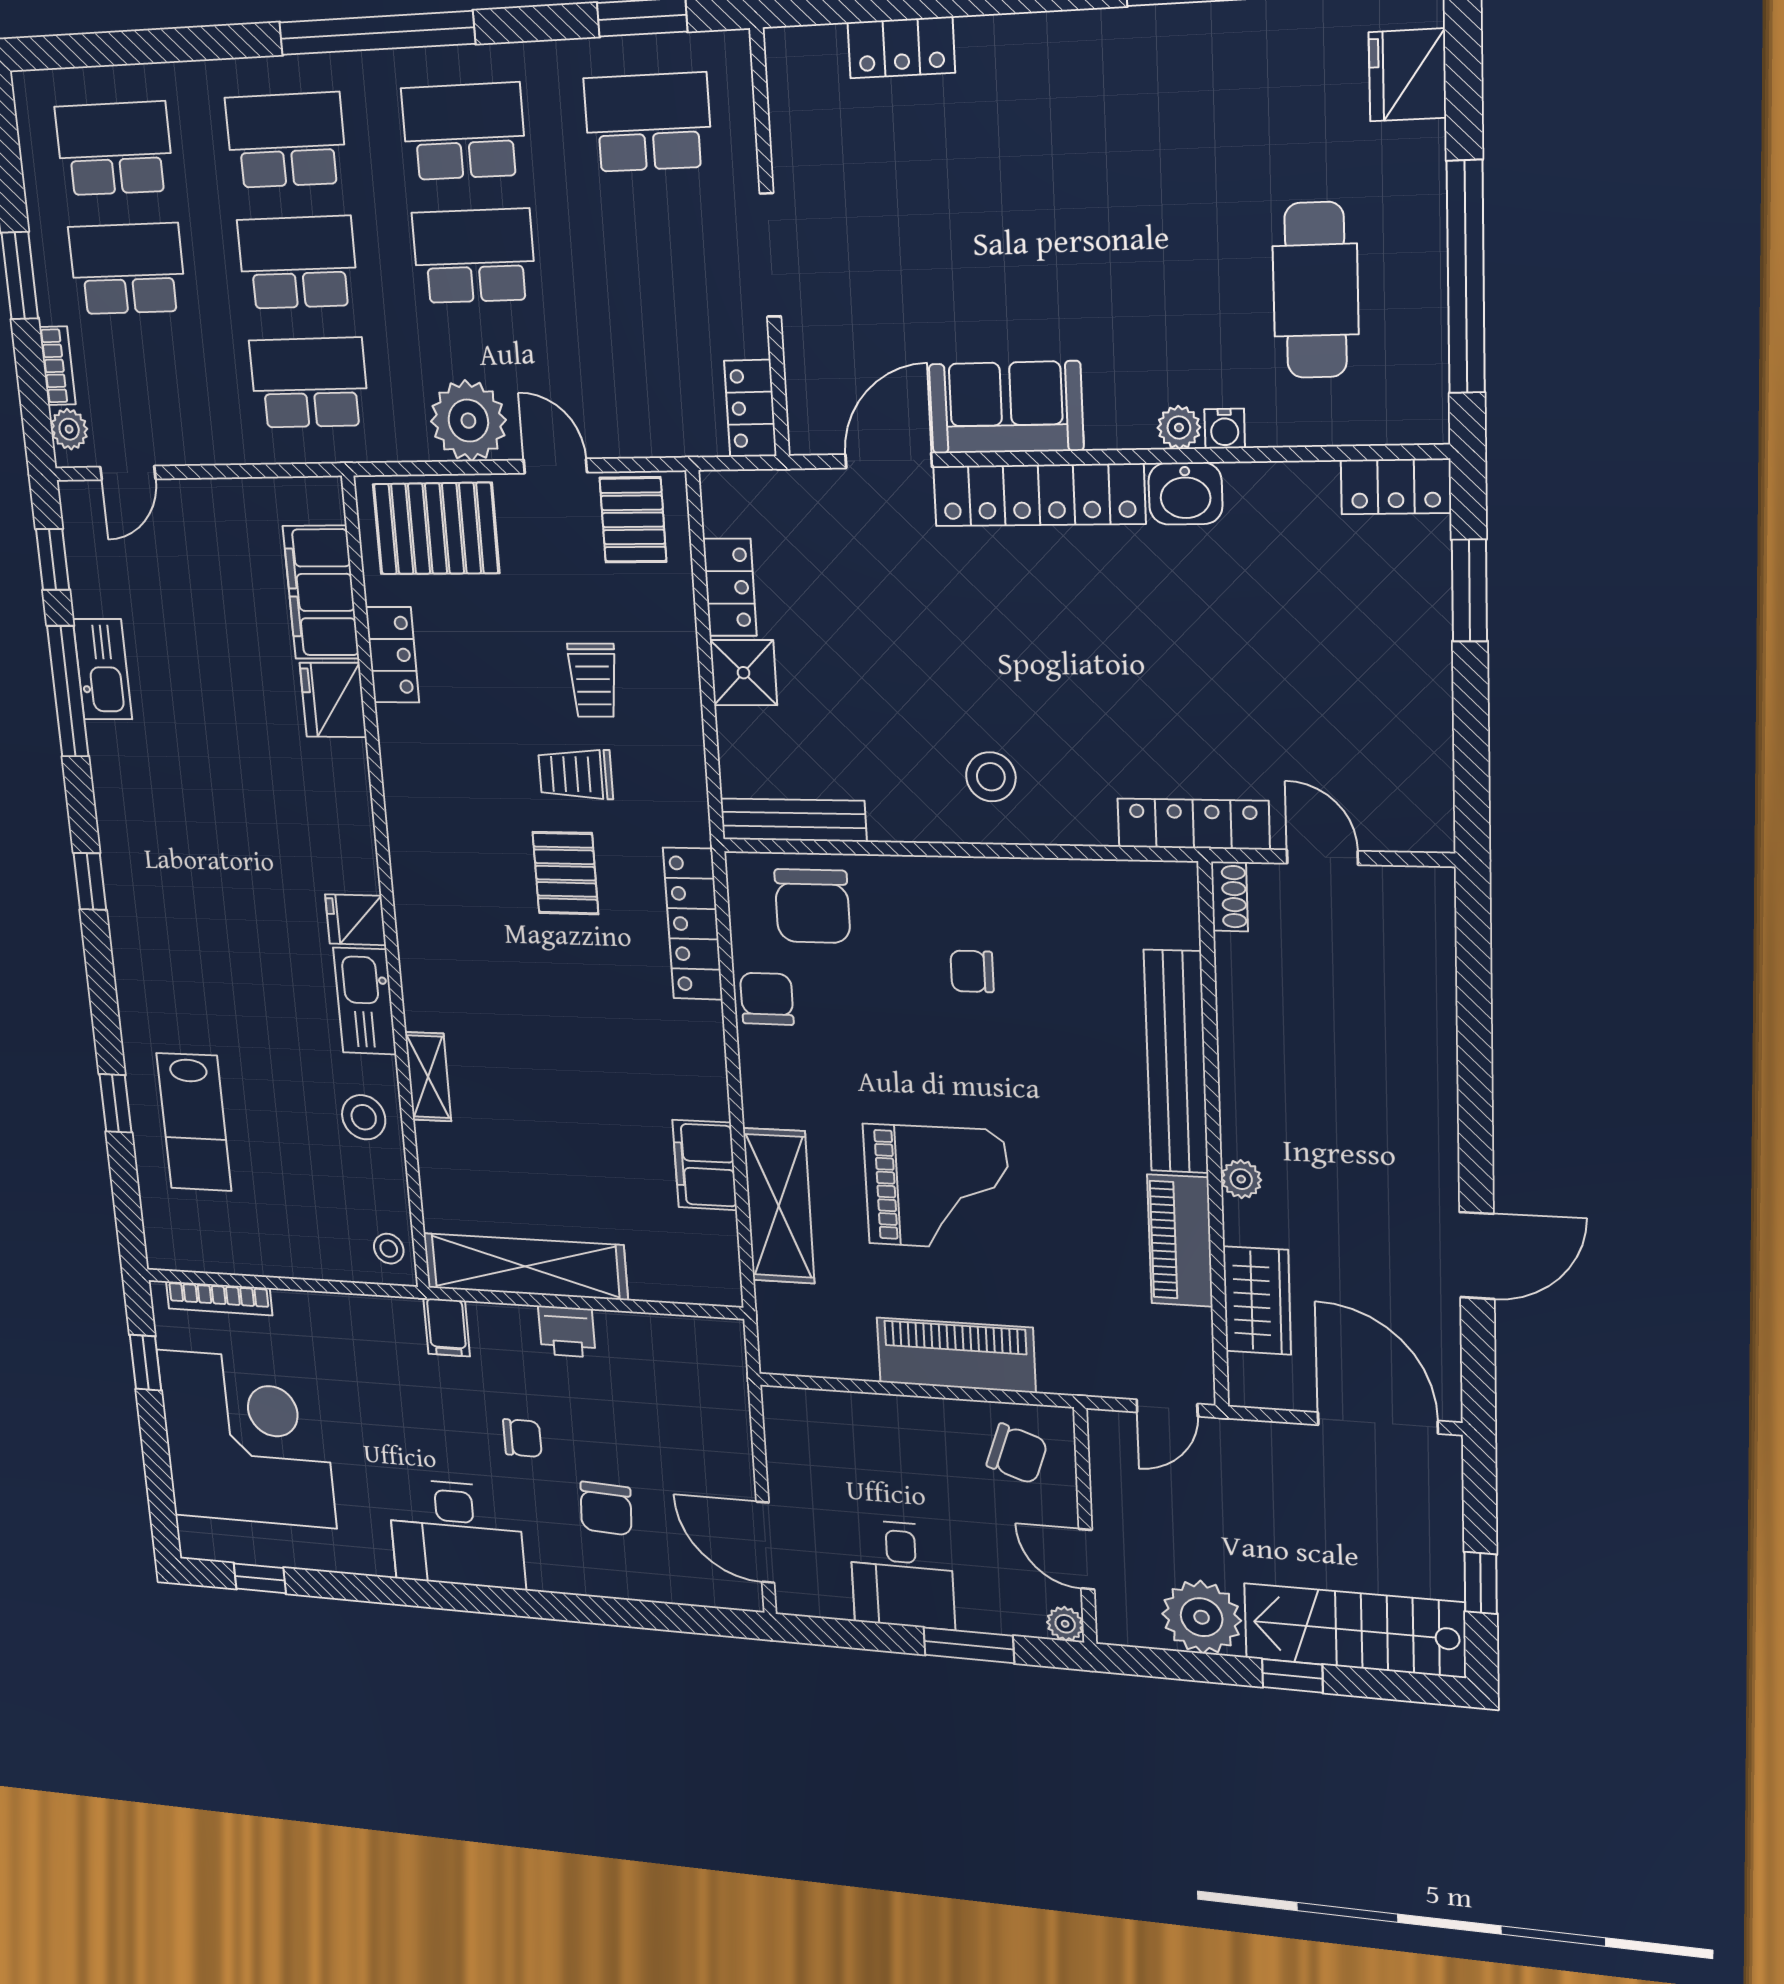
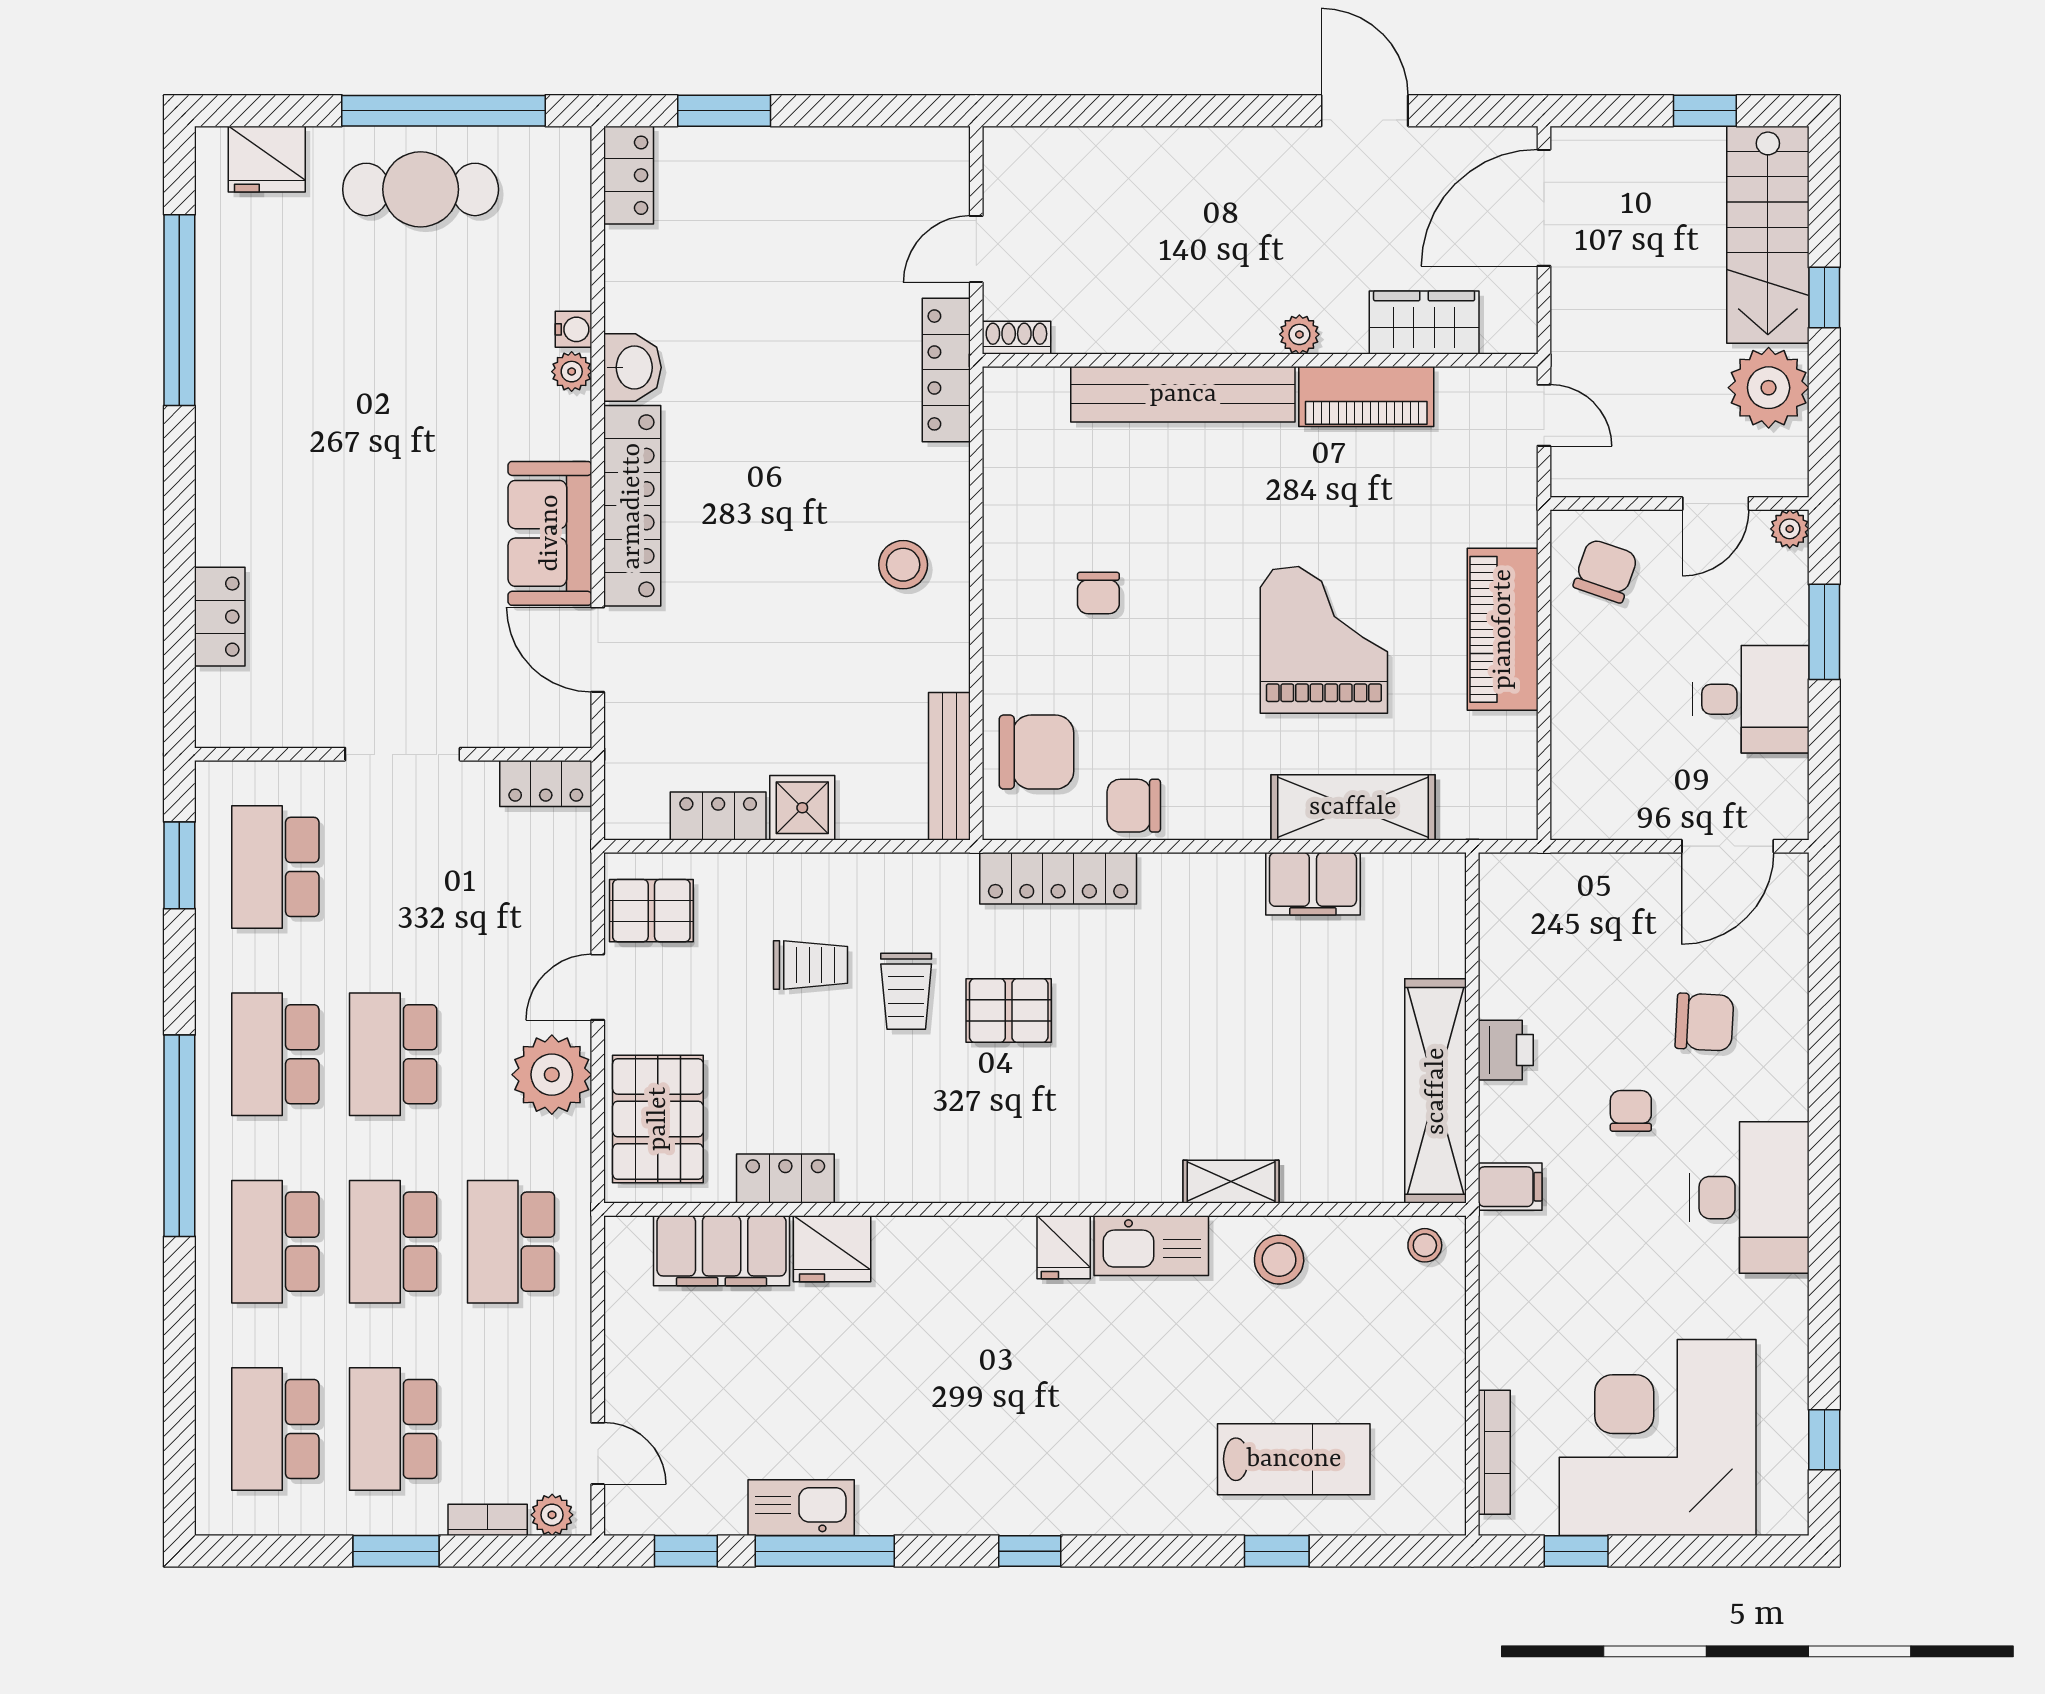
cafe table: (1316, 290) -> (421, 189), moved

